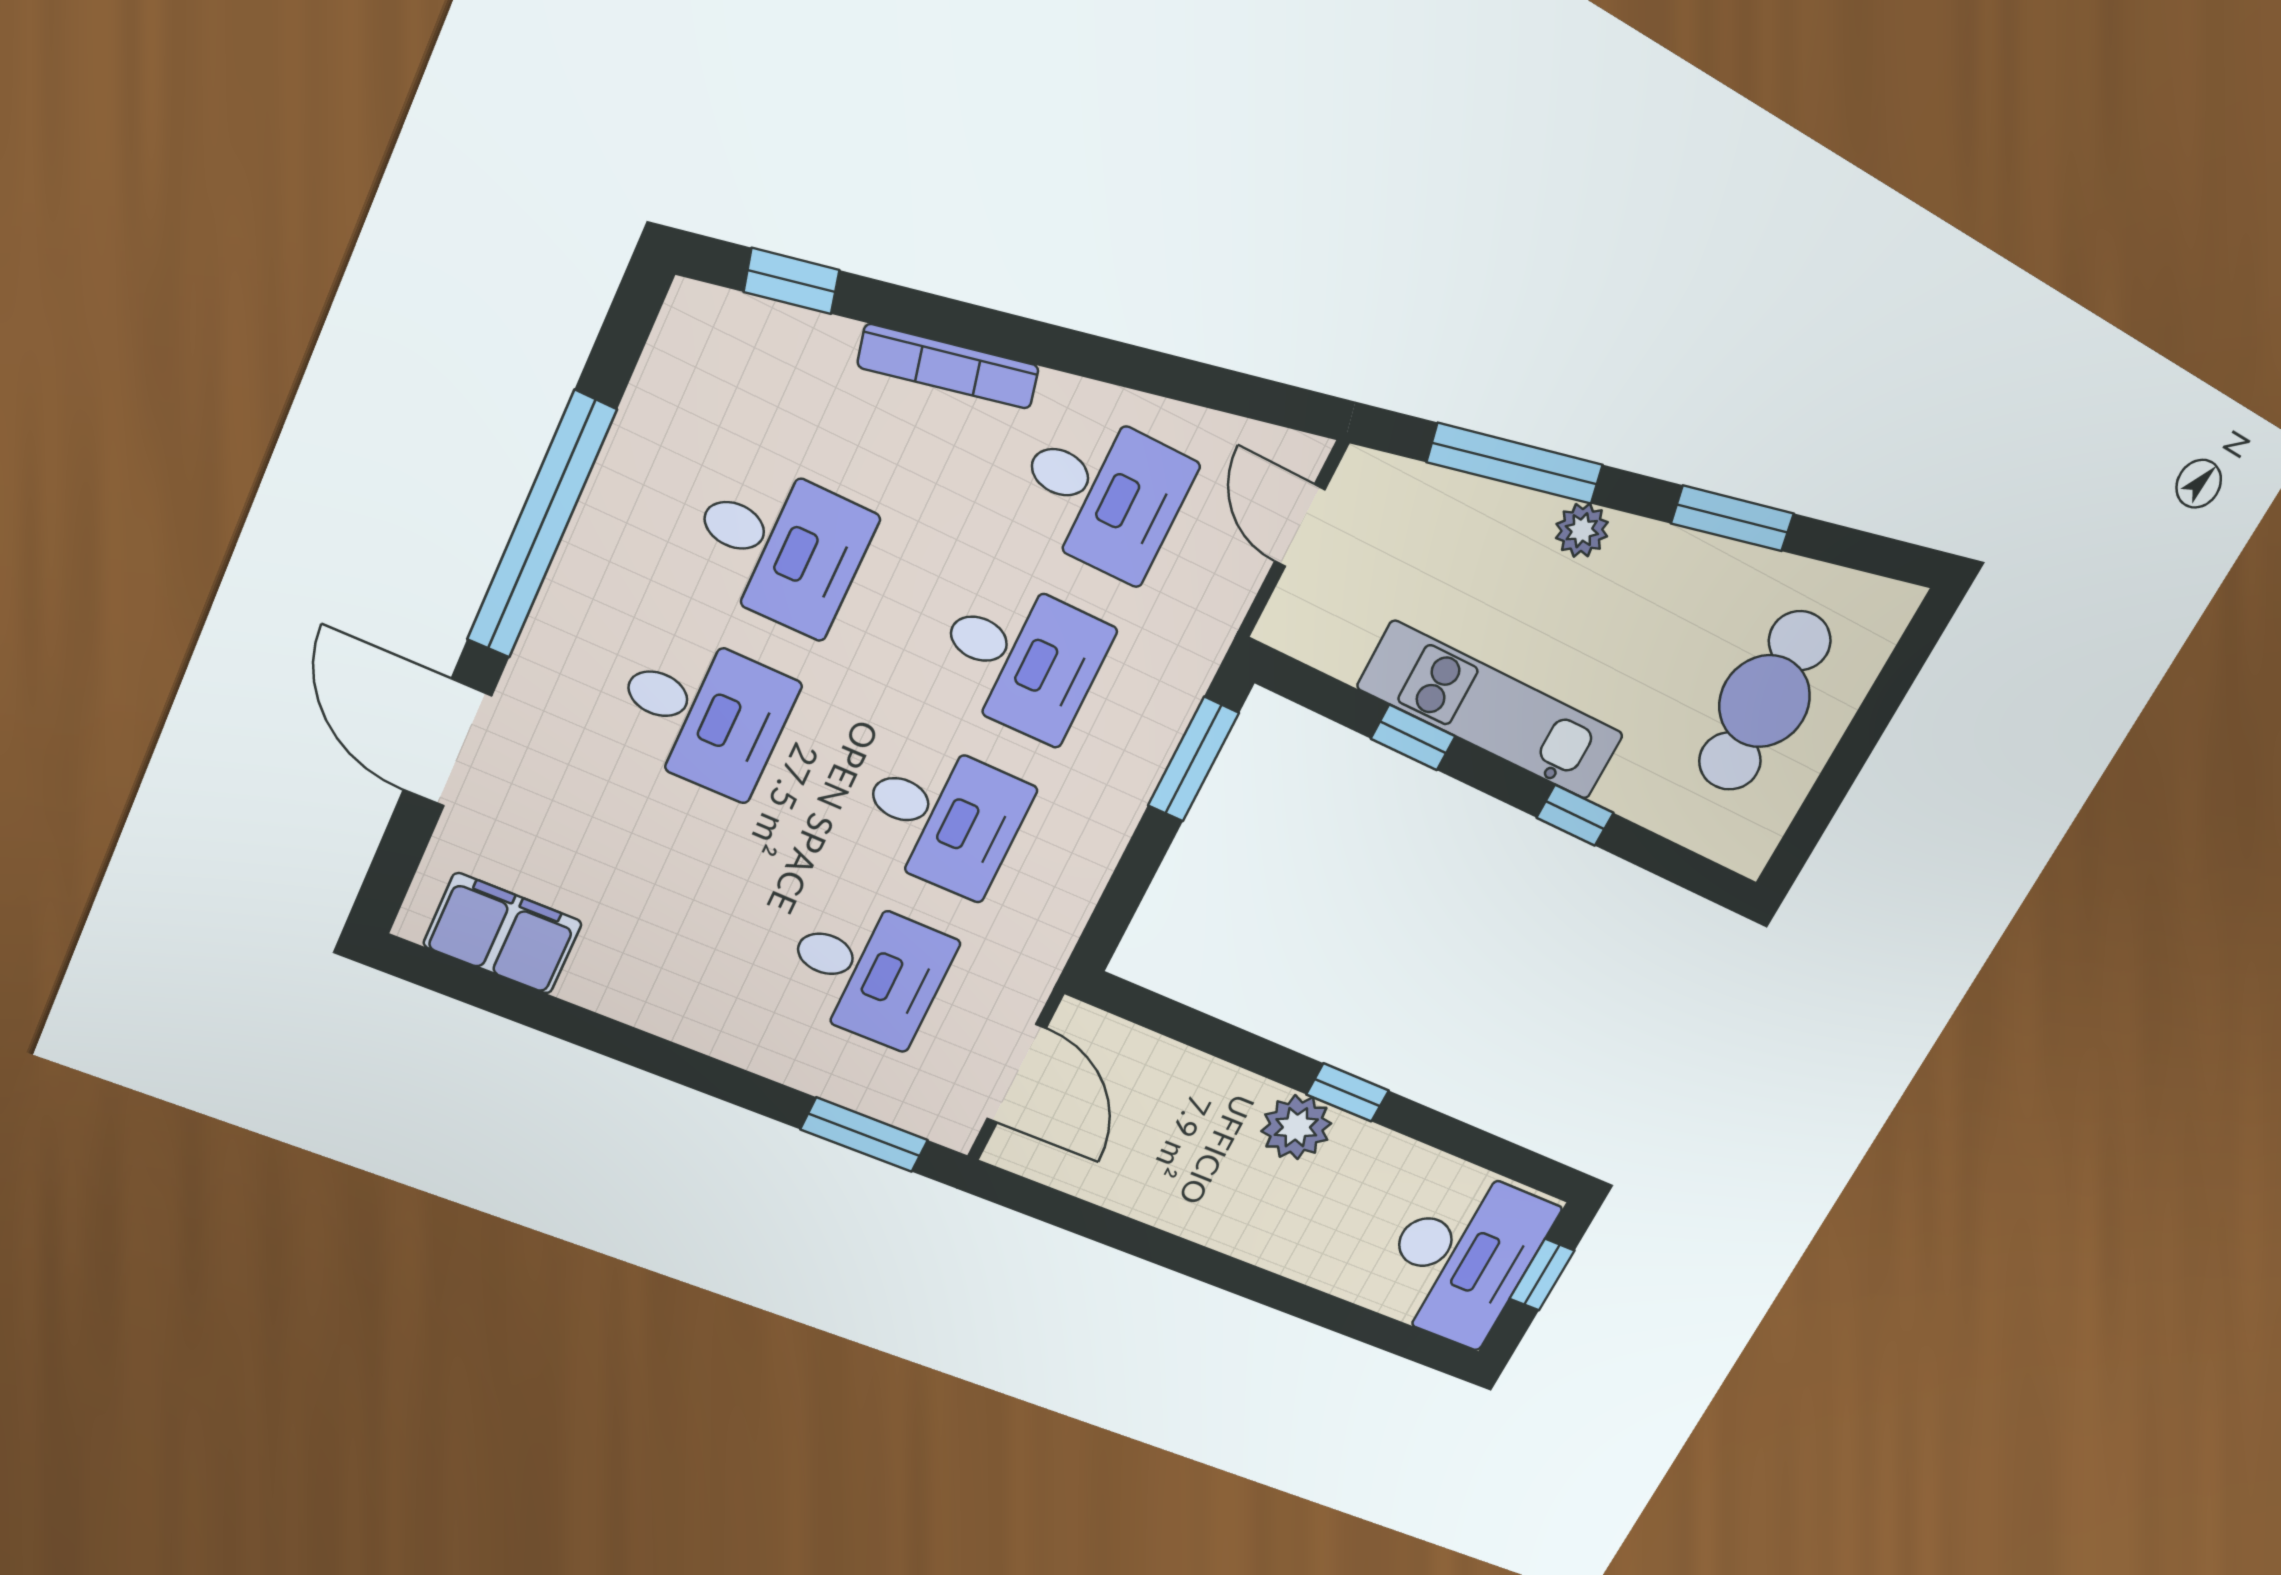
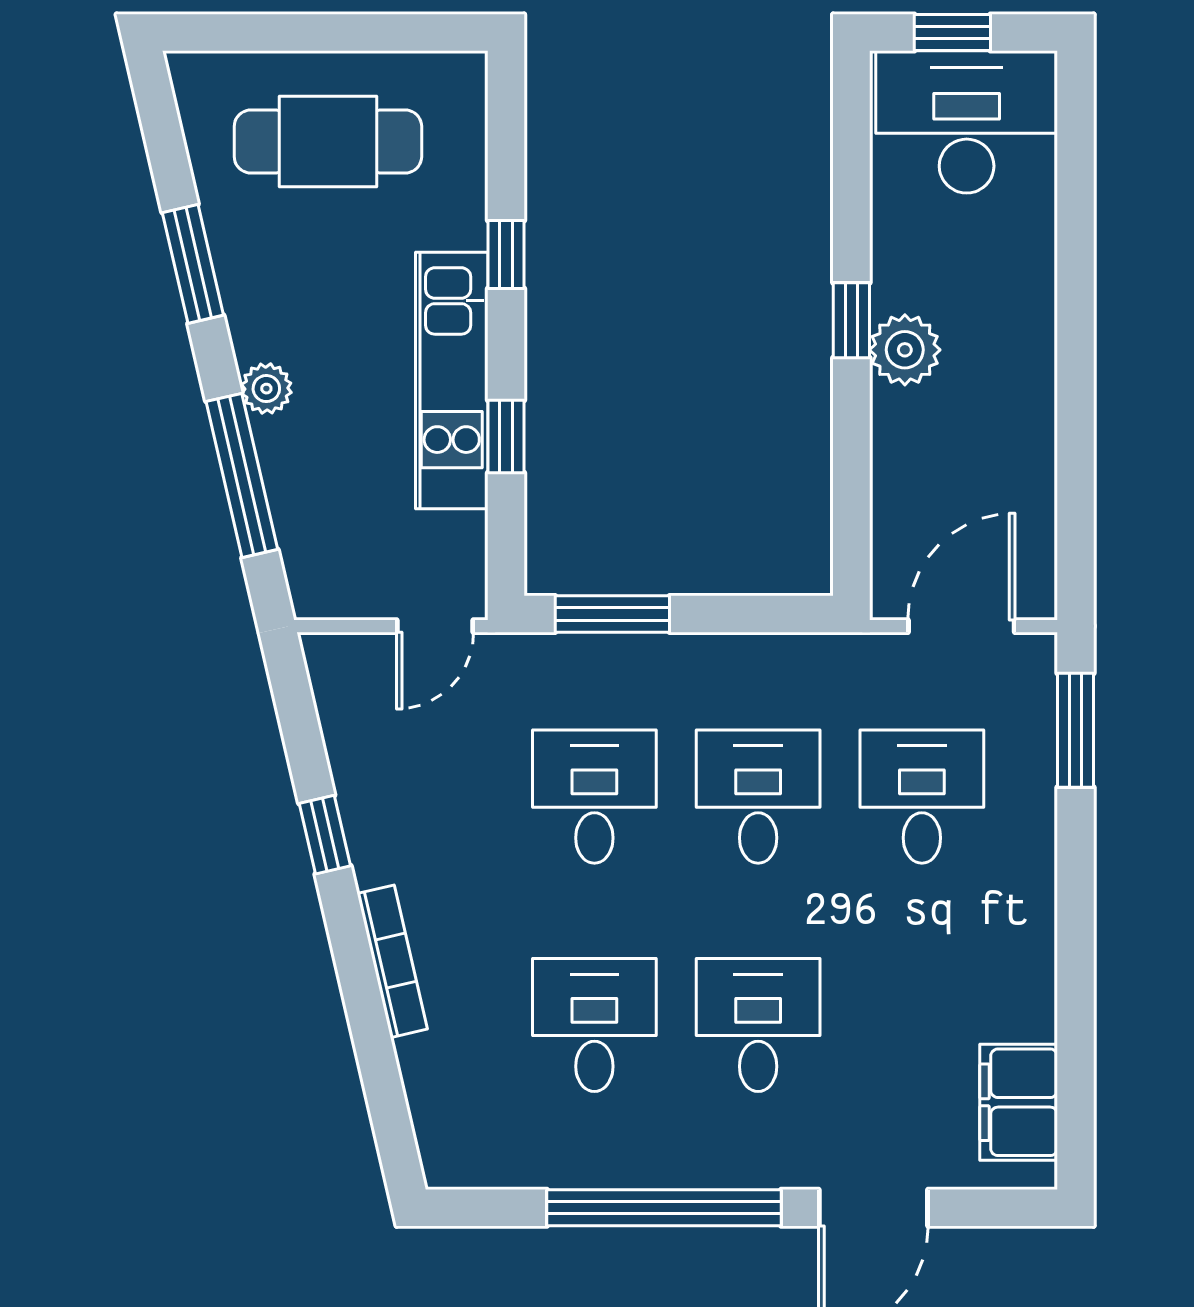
window: (792, 281) -> (325, 835), moved
desk: (1103, 493) -> (431, 797), removed
door: (1300, 525) -> (435, 626), moved

